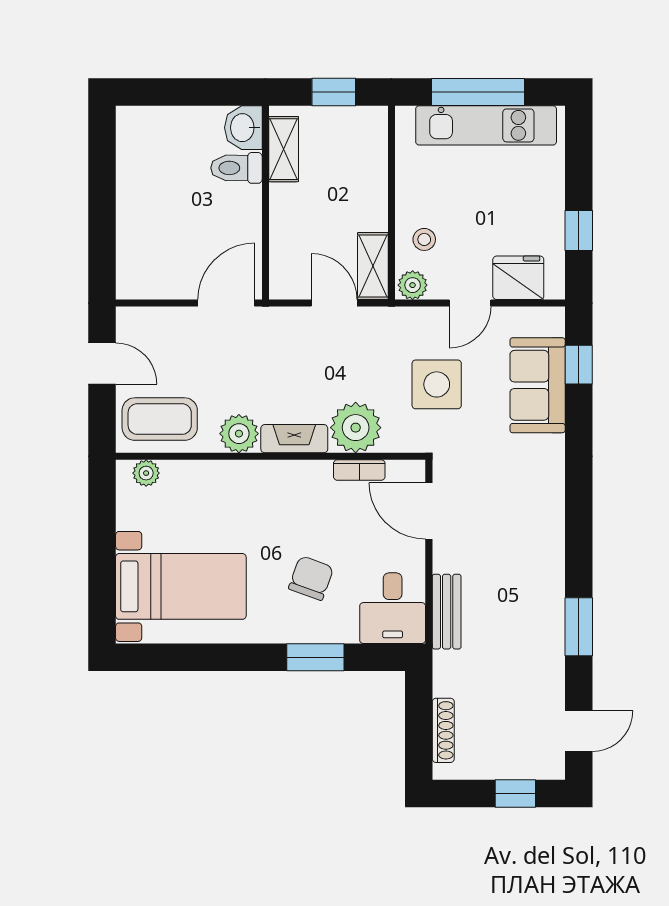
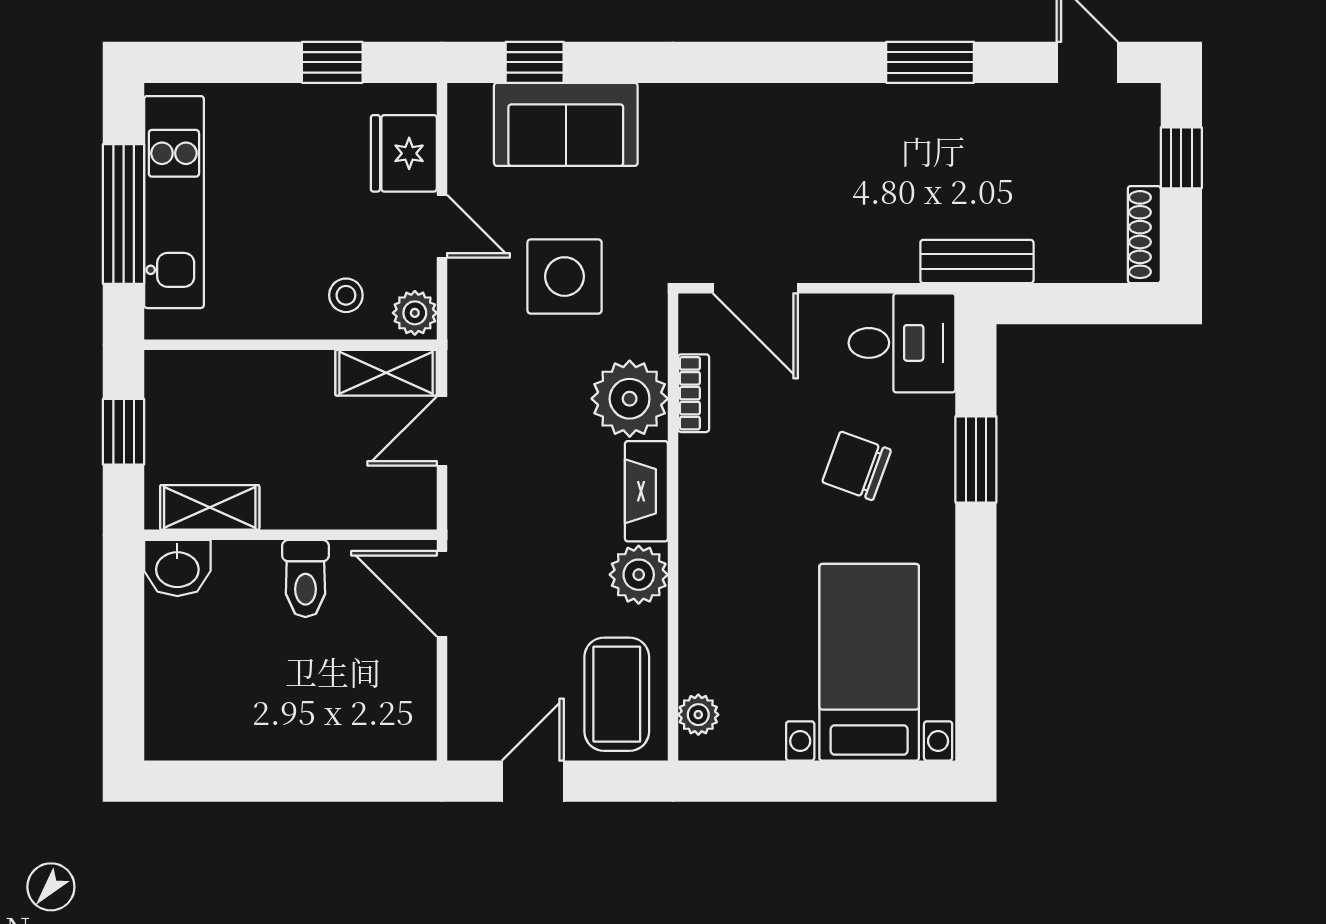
toilet: (236, 168) -> (305, 578), moved
door: (429, 511) -> (755, 288), hinge flipped
bench: (447, 612) -> (977, 261), moved
shoe rack: (443, 730) -> (1144, 235), moved, turned -90

